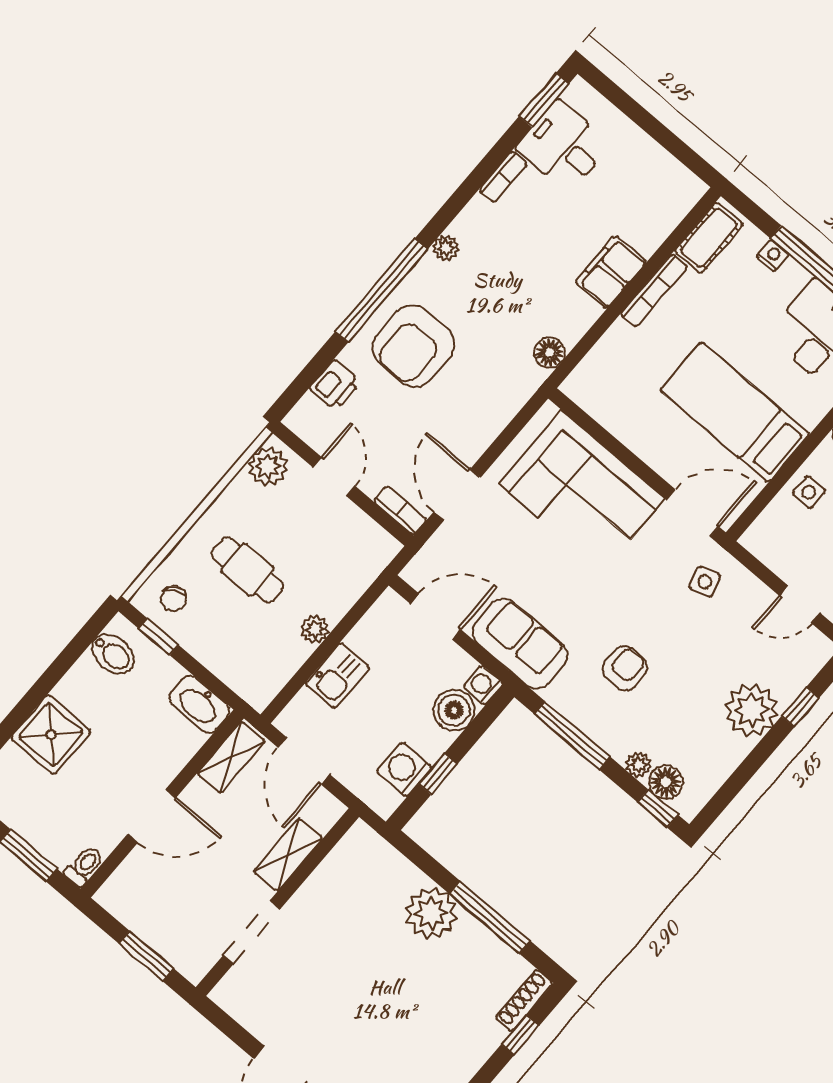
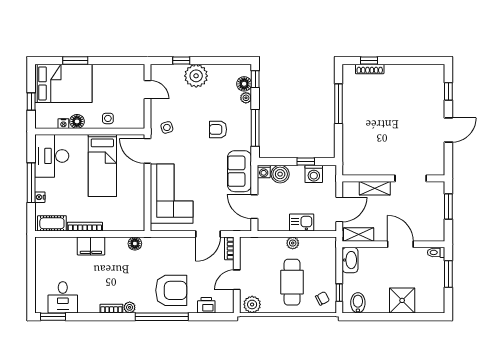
bookcase: (503, 177) -> (111, 309), moved
cafe table: (247, 570) -> (292, 282), width x1.37, depth x1.35
plant: (431, 913) -> (354, 124), removed
shoe rack: (524, 1000) -> (370, 69), moved

